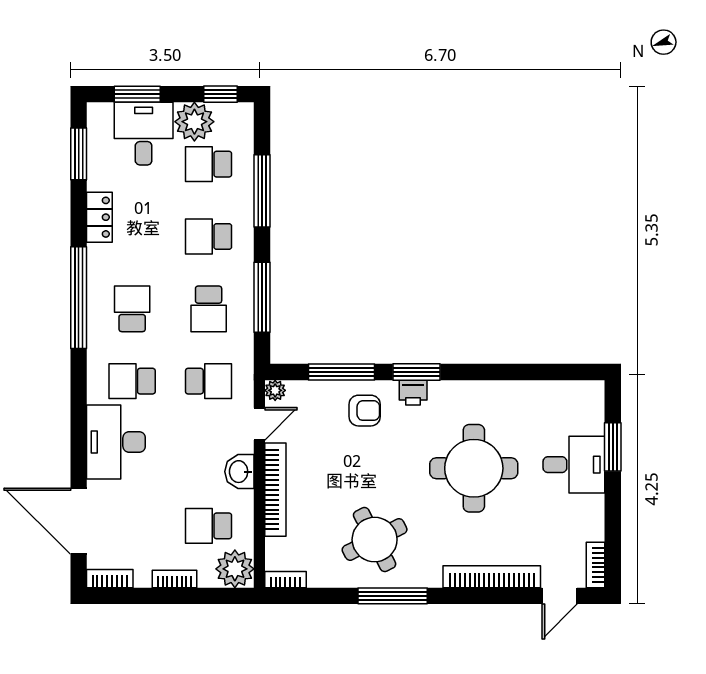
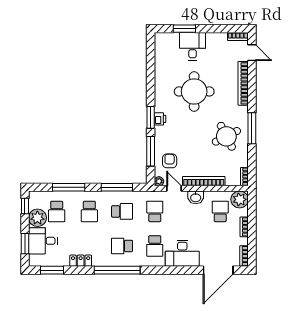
armchair: (365, 411) -> (170, 161), moved
school desk: (209, 526) -> (220, 211), turned 180

